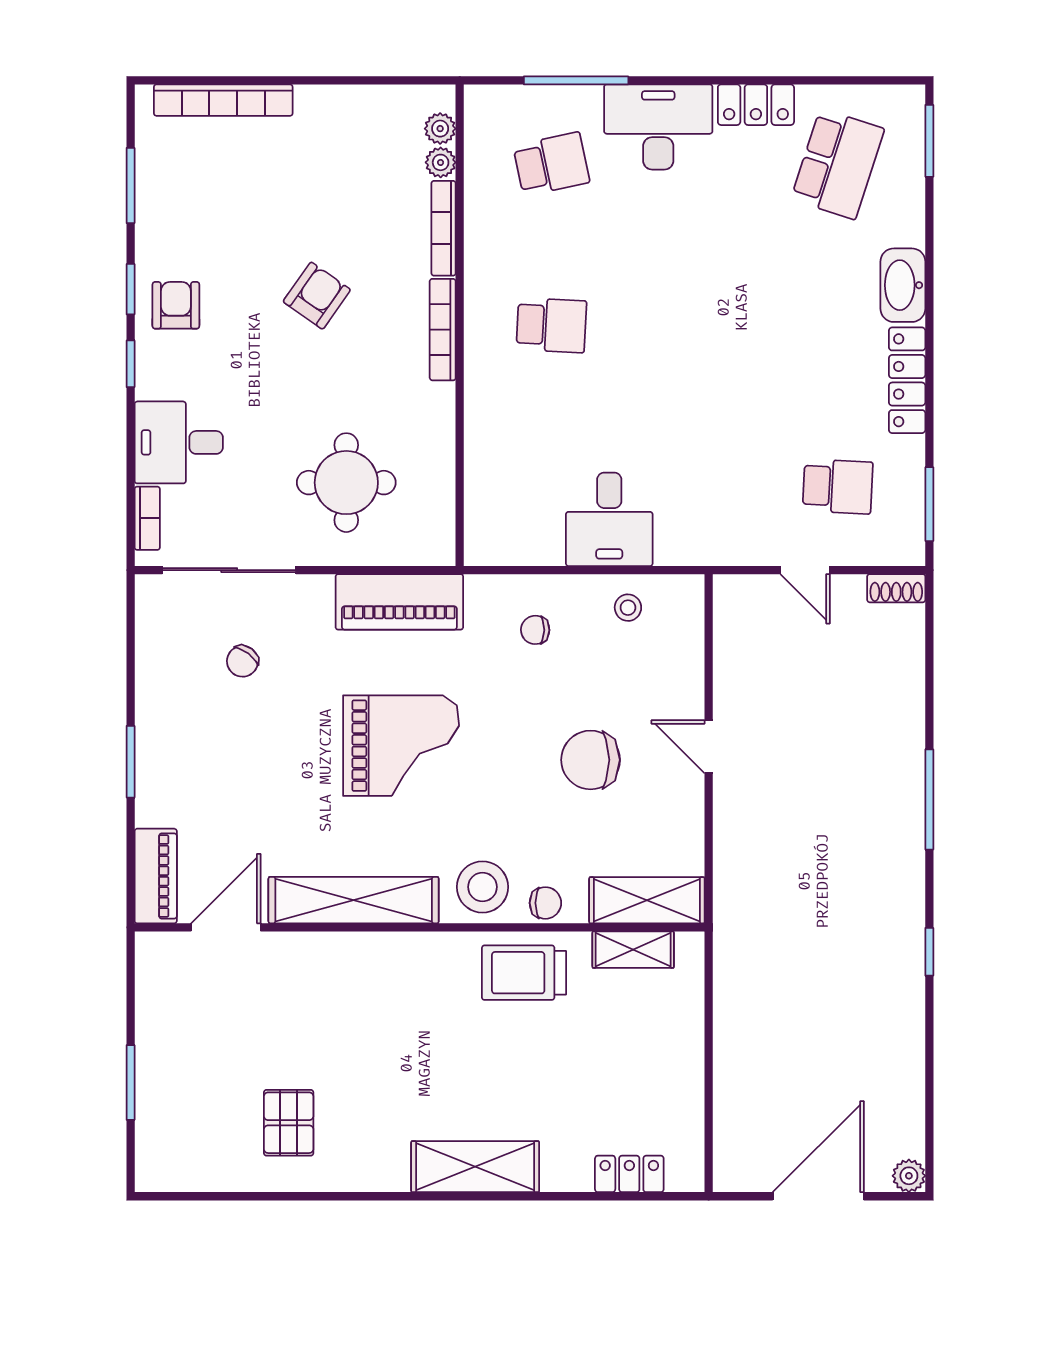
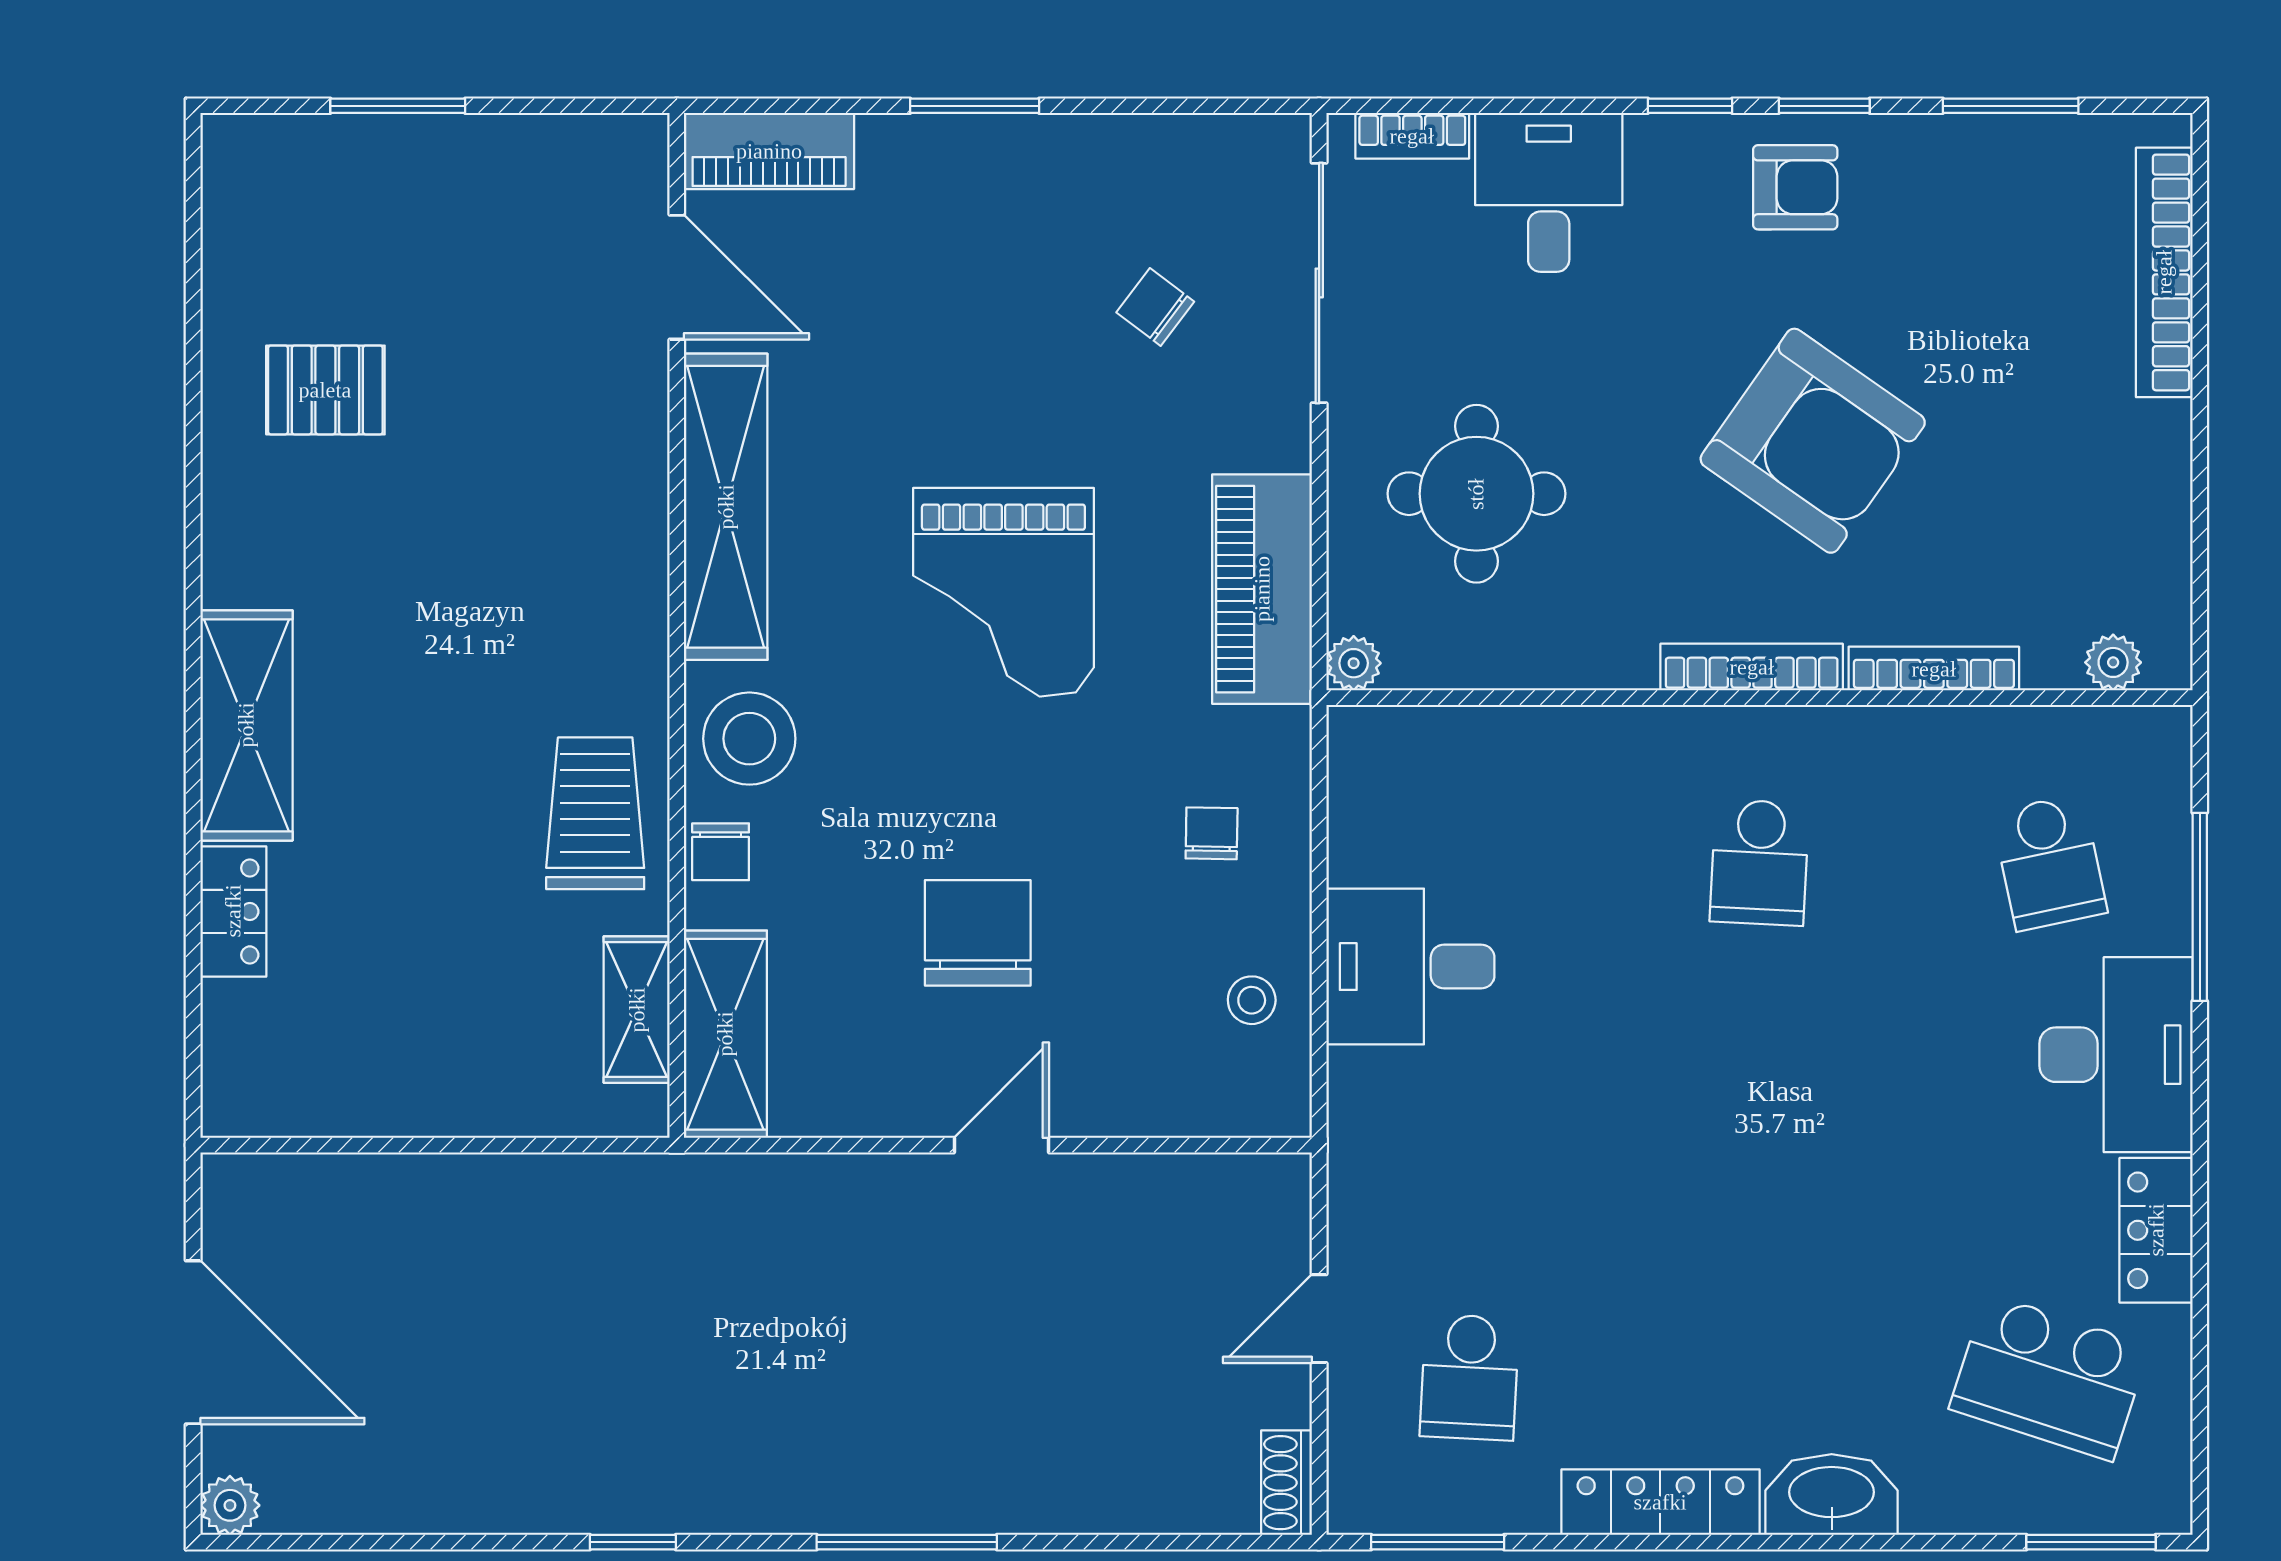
plant: (441, 162) -> (1354, 663), moved
armchair: (317, 296) -> (1813, 441), width x1.88, depth x1.88
locker: (629, 1174) -> (233, 911), moved

